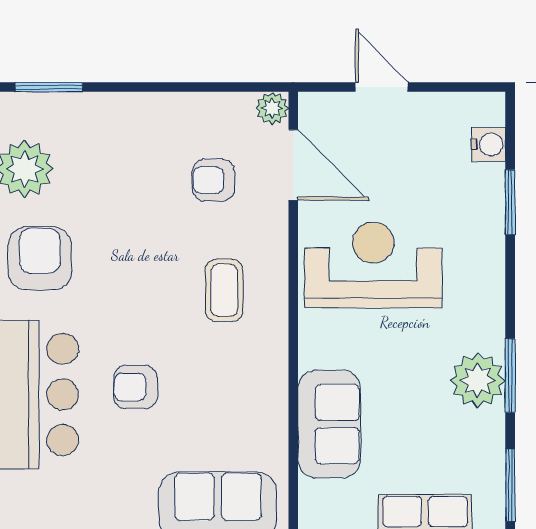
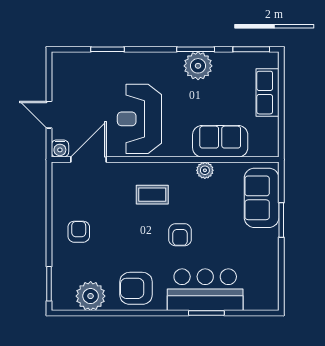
door: (382, 87) -> (49, 115), hinge flipped
plant: (272, 108) -> (205, 170), moved
water cooler: (489, 144) -> (60, 149), moved, turned 180
armchair: (214, 180) -> (79, 232), moved, turned 180
armchair: (135, 387) -> (180, 235), moved

